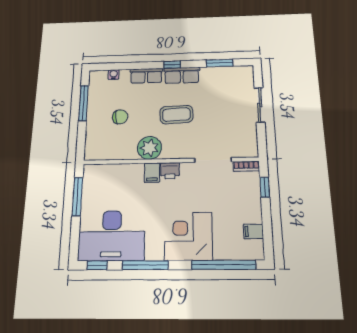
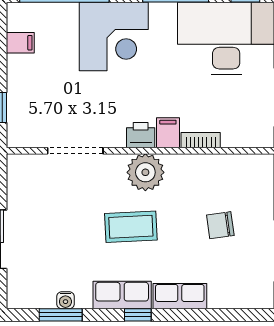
water cooler: (114, 74) -> (65, 300), moved
plant: (149, 148) -> (145, 172), moved
bookcase: (246, 166) -> (201, 140), moved

